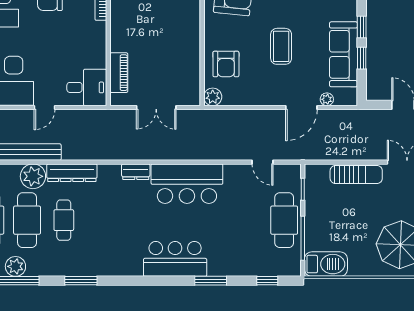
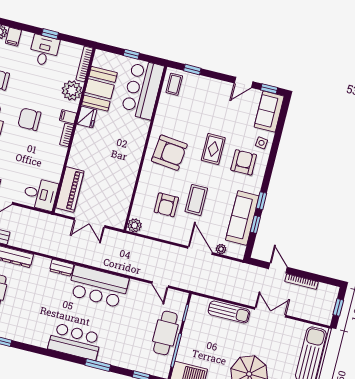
armchair: (226, 64) -> (166, 205), moved
piano: (119, 73) -> (70, 190), width x1.37, depth x1.33
door: (301, 107) -> (200, 250), swing flipped

